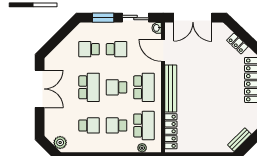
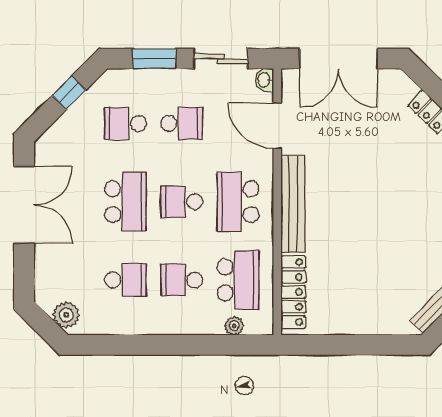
window: (62, 34) -> (69, 93), added
school desk: (144, 87) -> (238, 202), turned 180

